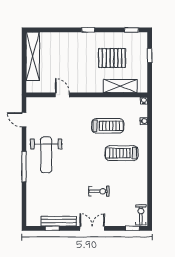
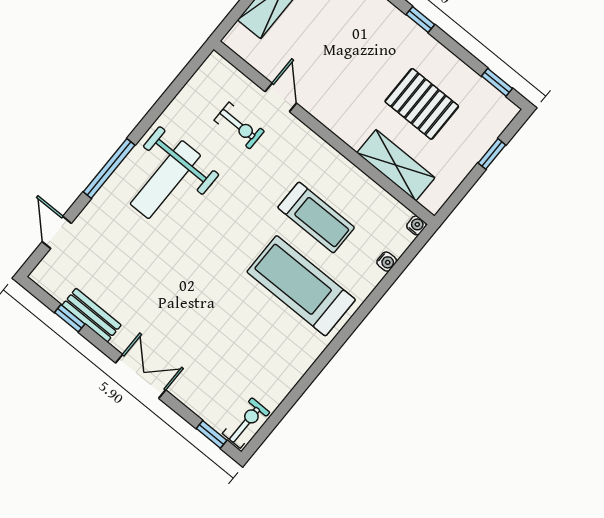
door: (24, 120) -> (57, 232), moved
treadmill: (122, 153) -> (301, 286), width x1.37, depth x1.38
exercise bike: (99, 191) -> (239, 126), moved
bench: (59, 221) -> (92, 315), width x0.73

